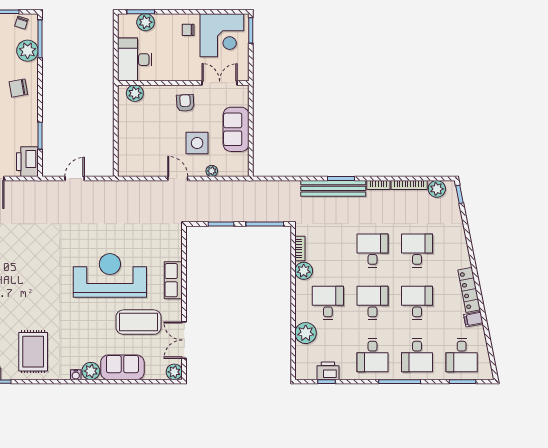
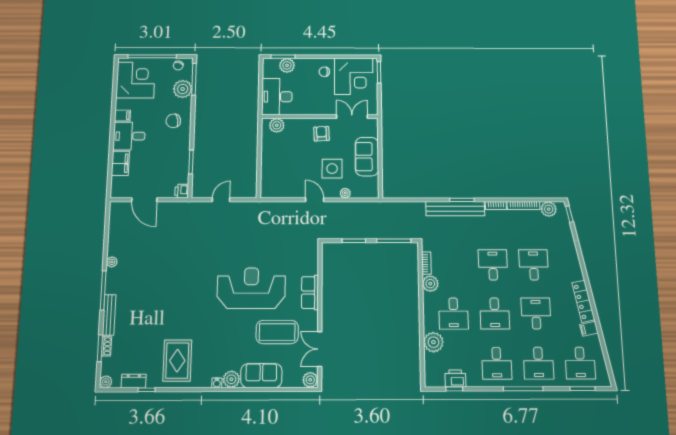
printer: (27, 162) -> (182, 191), width x0.53, depth x0.68
desk: (328, 303) -> (453, 314), turned 180
desk: (372, 303) -> (495, 313), turned 180

